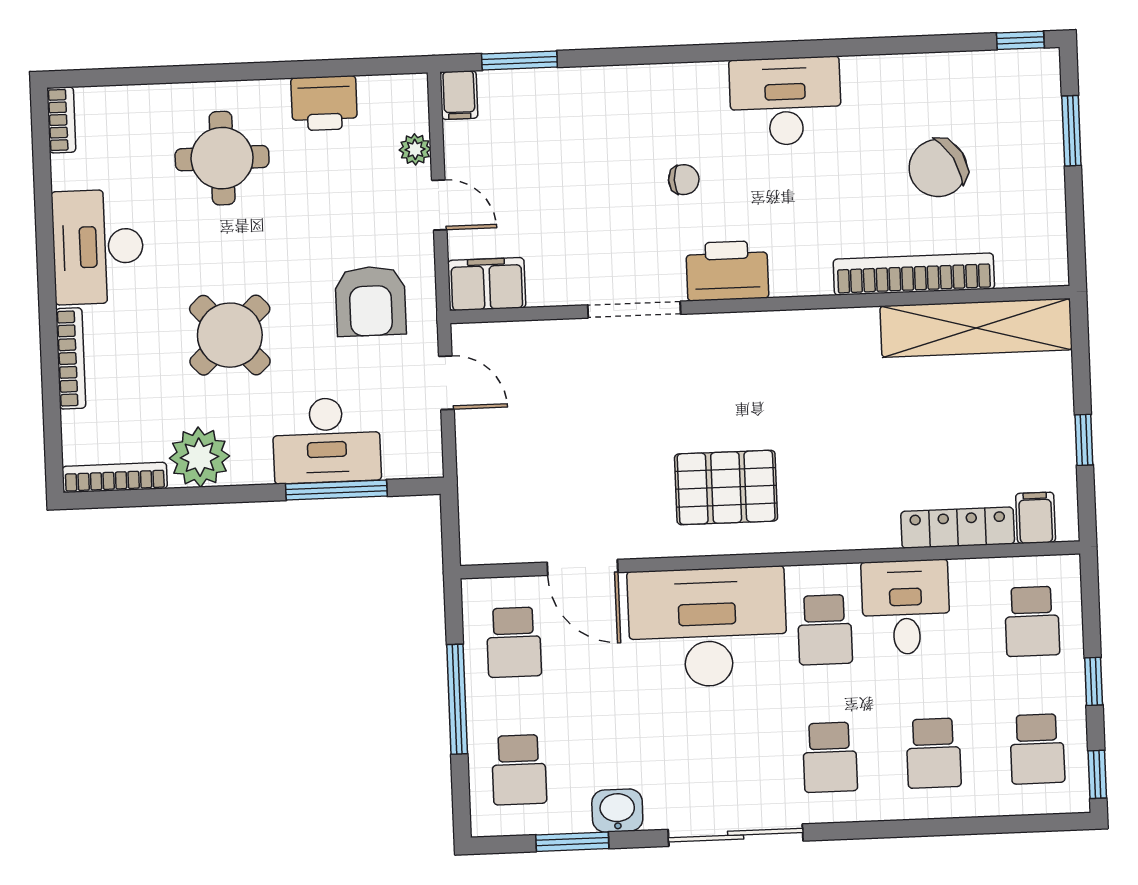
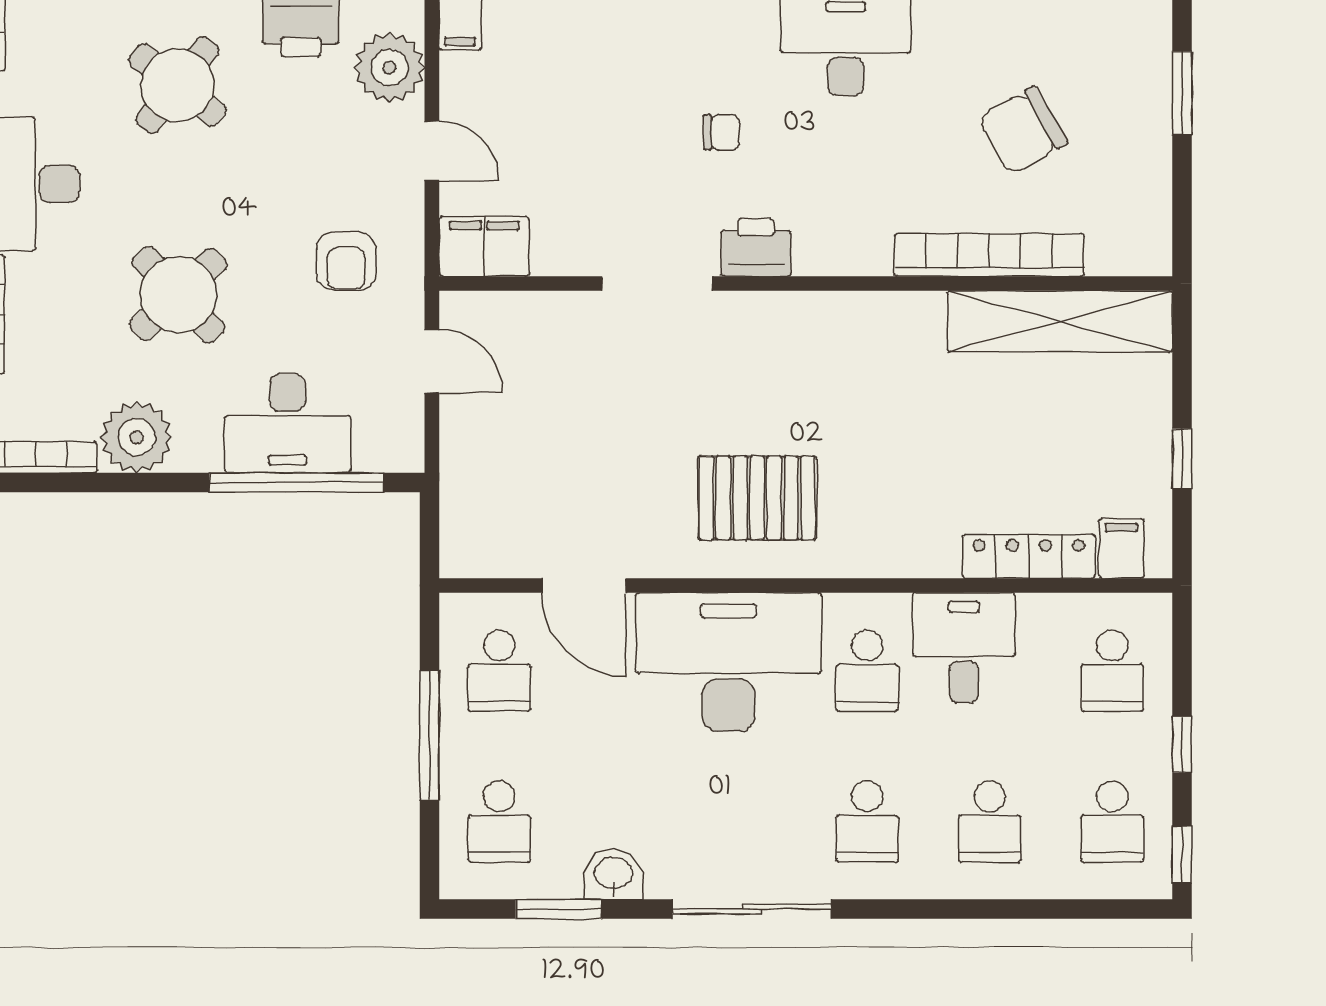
plant: (415, 149) -> (389, 68), width x1.88, depth x1.88
round table: (222, 158) -> (178, 85), turned 38
printer: (727, 271) -> (756, 248), width x0.73, depth x0.84
armchair: (371, 301) -> (346, 261), width x0.72, depth x0.72
window: (336, 490) -> (297, 482), width x1.46

